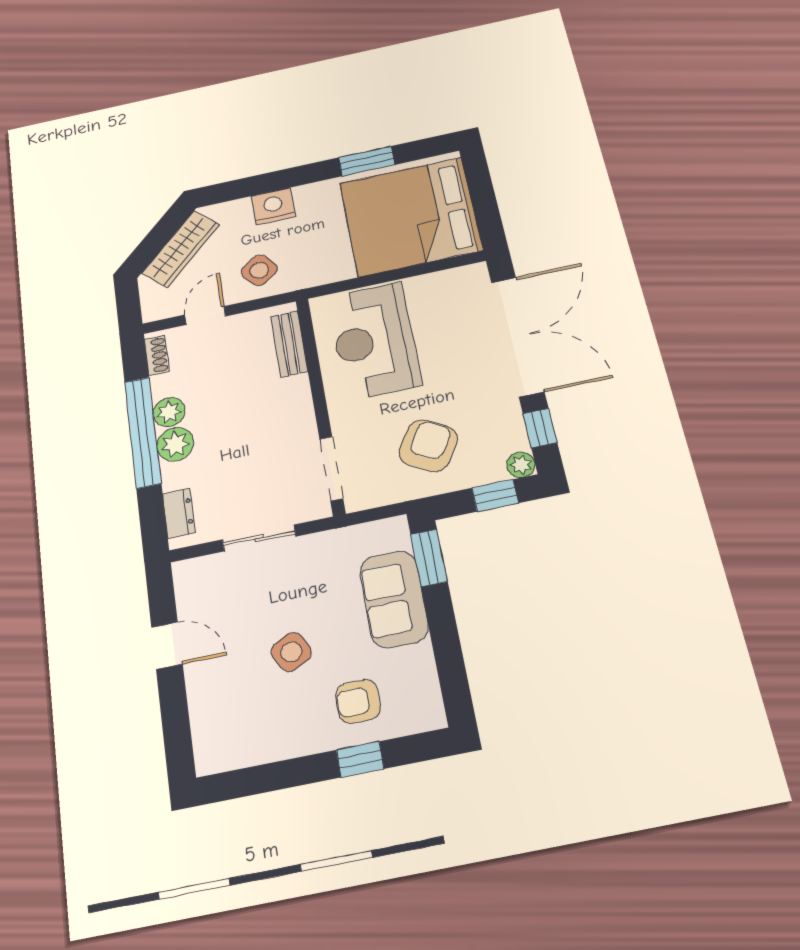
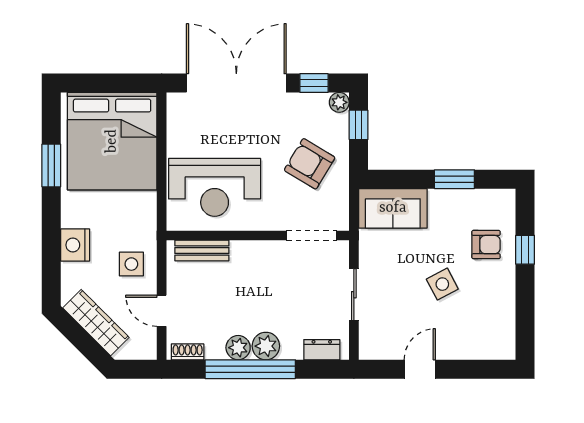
side table: (259, 270) -> (131, 264), turned 38
window: (429, 558) -> (454, 179), moved
sofa: (394, 599) -> (393, 208), moved
armchair: (358, 701) -> (486, 245), turned -90

